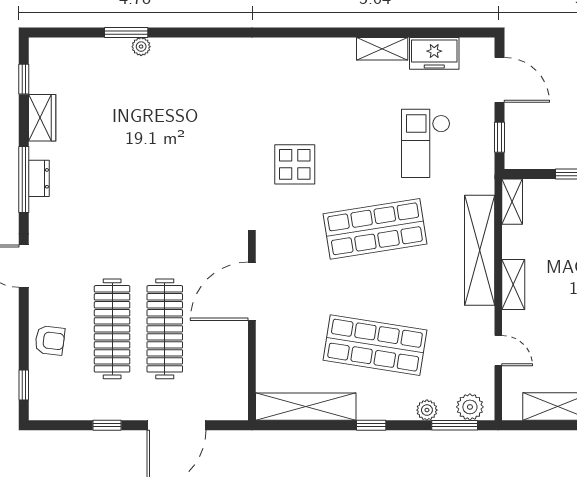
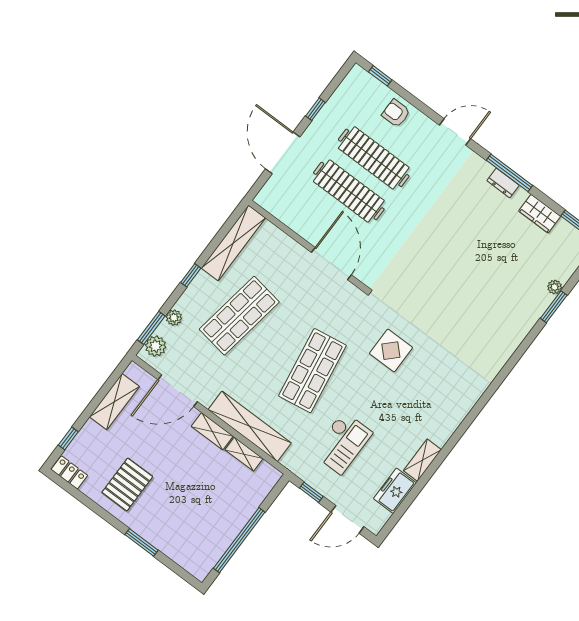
plant: (141, 47) -> (555, 287), moved
checkout: (426, 143) -> (342, 443), turned 90
shelving: (512, 202) -> (244, 454), moved
armchair: (50, 340) -> (396, 113), turned 83
door: (498, 351) -> (178, 391), width x1.88

